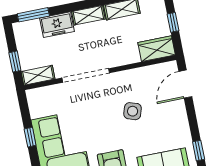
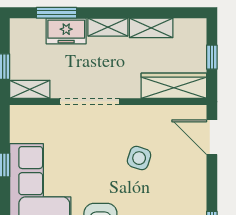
window: (33, 15) -> (56, 13), moved
wardrobe: (157, 49) -> (174, 86), width x1.50
door: (185, 84) -> (212, 137), hinge flipped

